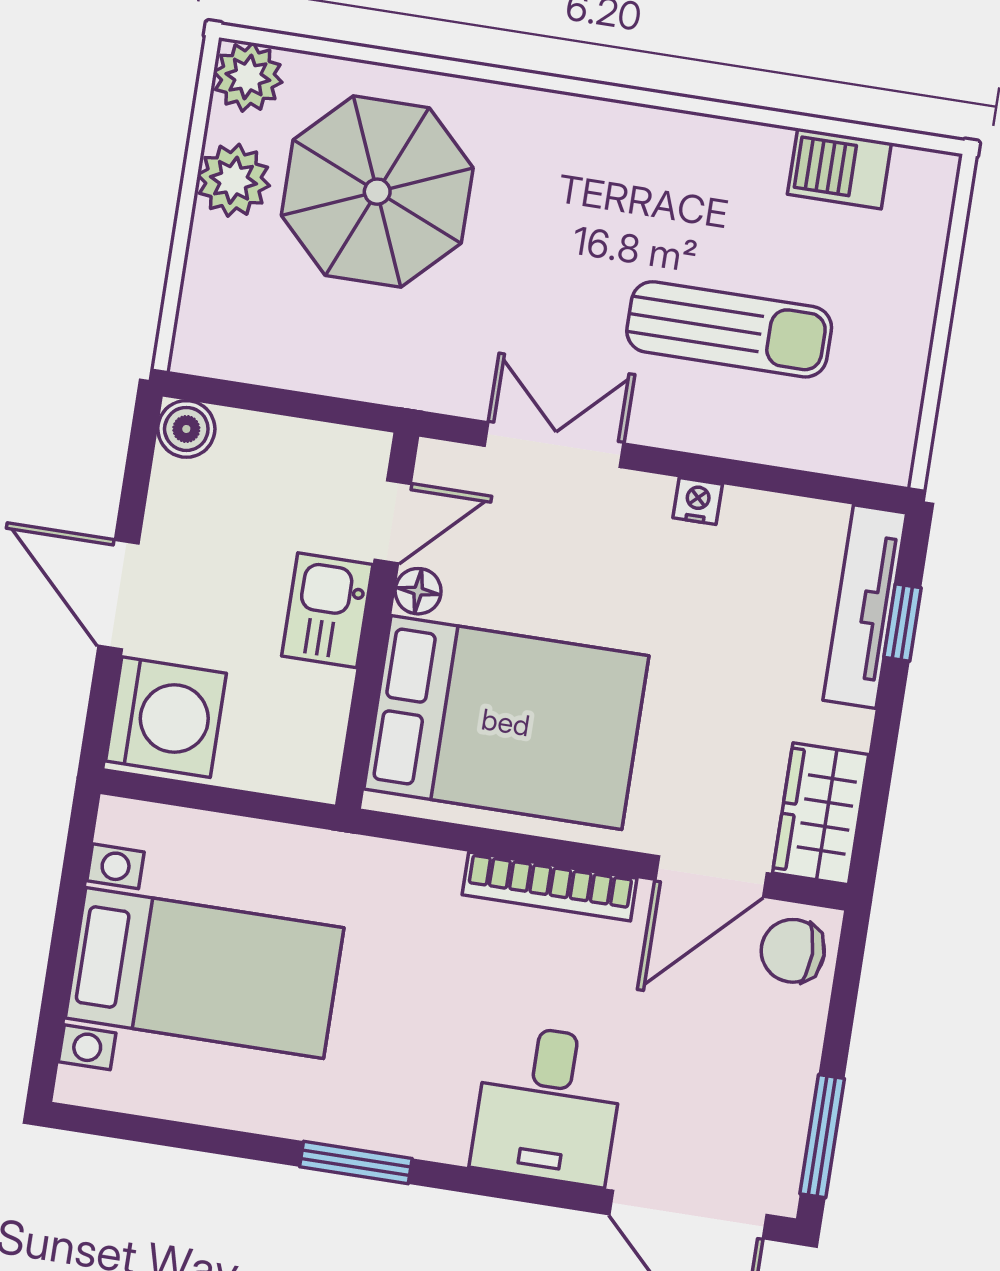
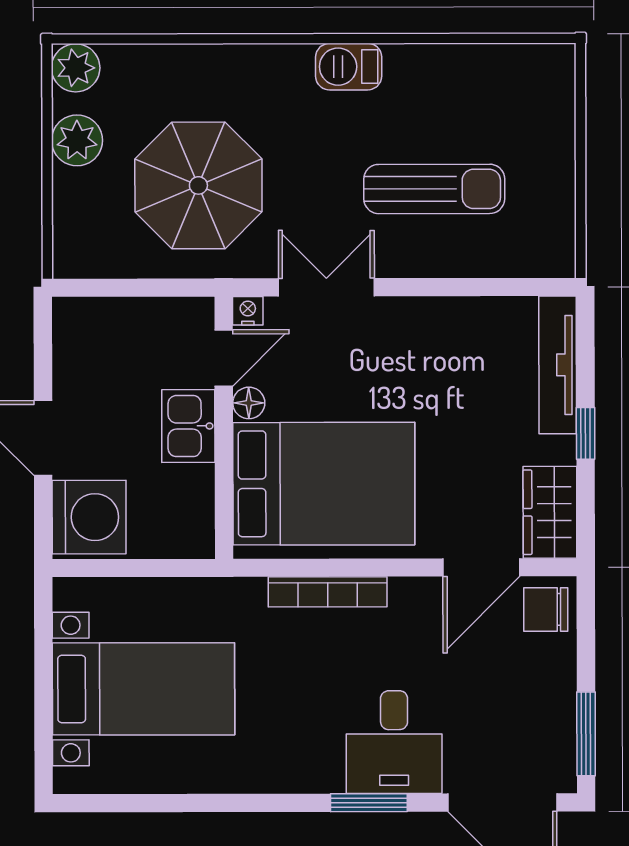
barbecue: (839, 169) -> (349, 67), moved
parasol: (377, 192) -> (198, 185), moved
boiler: (186, 429) -> (72, 317), removed
nightstand: (698, 501) -> (248, 311), moved
window: (903, 622) -> (586, 433), moved
bookcase: (550, 886) -> (328, 592), moved
window: (356, 1163) -> (369, 803), moved

